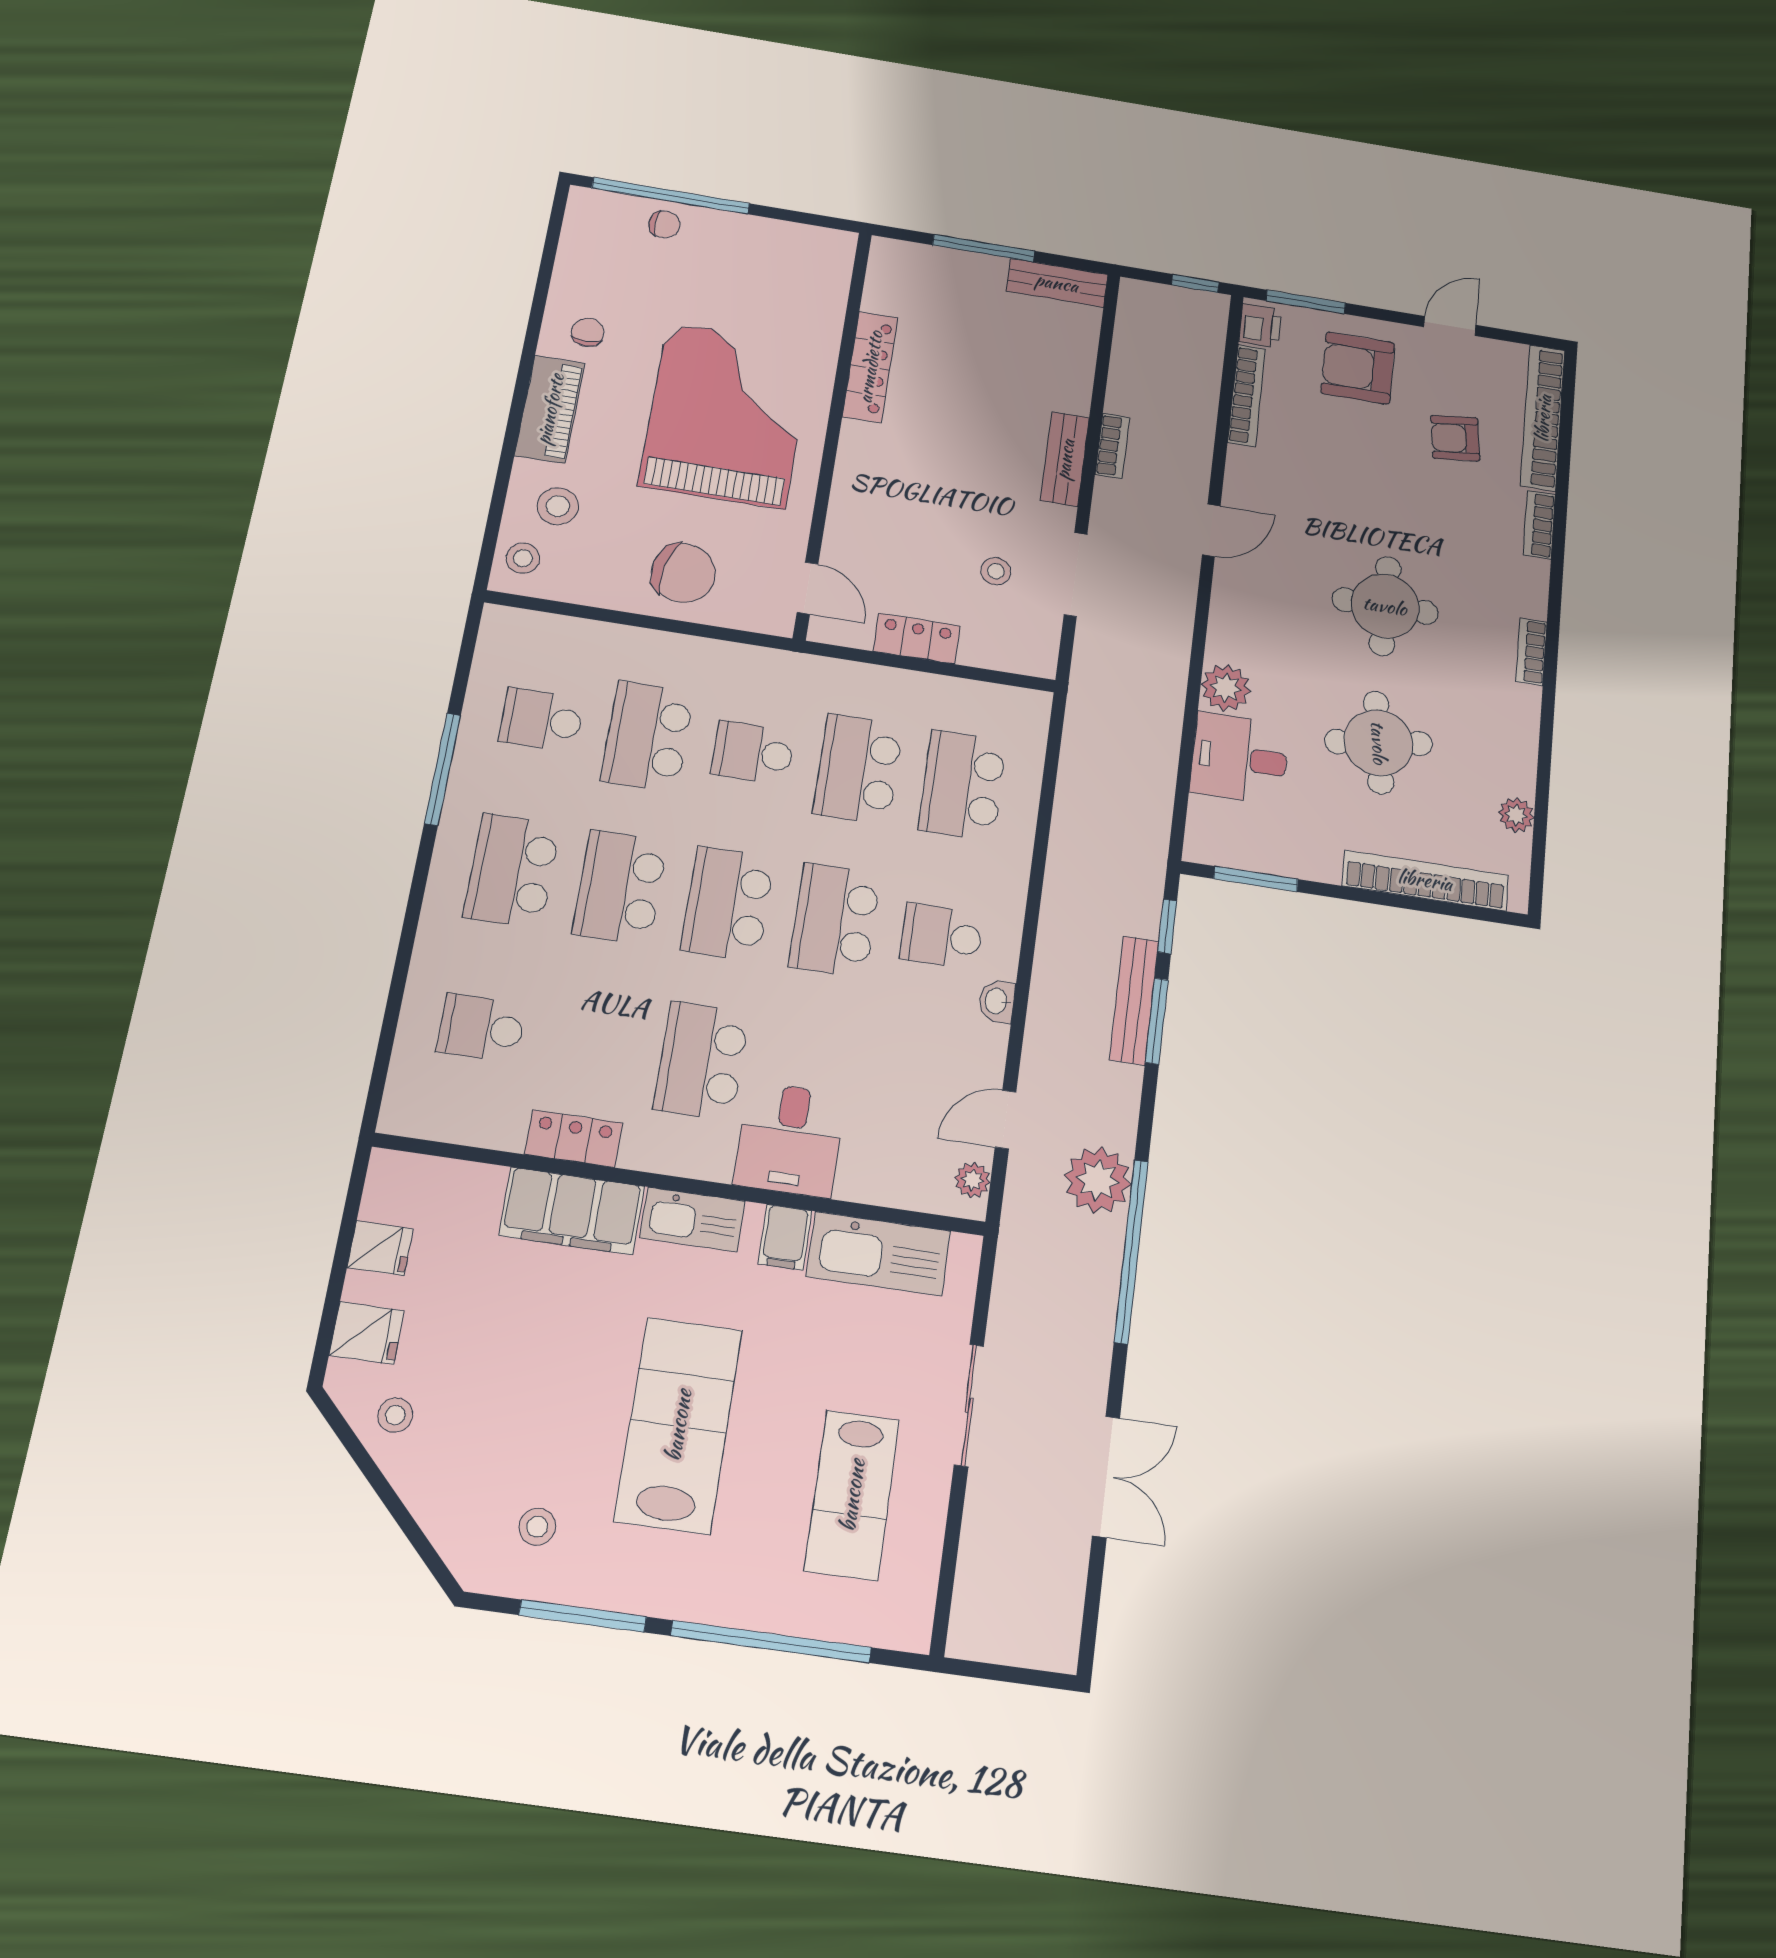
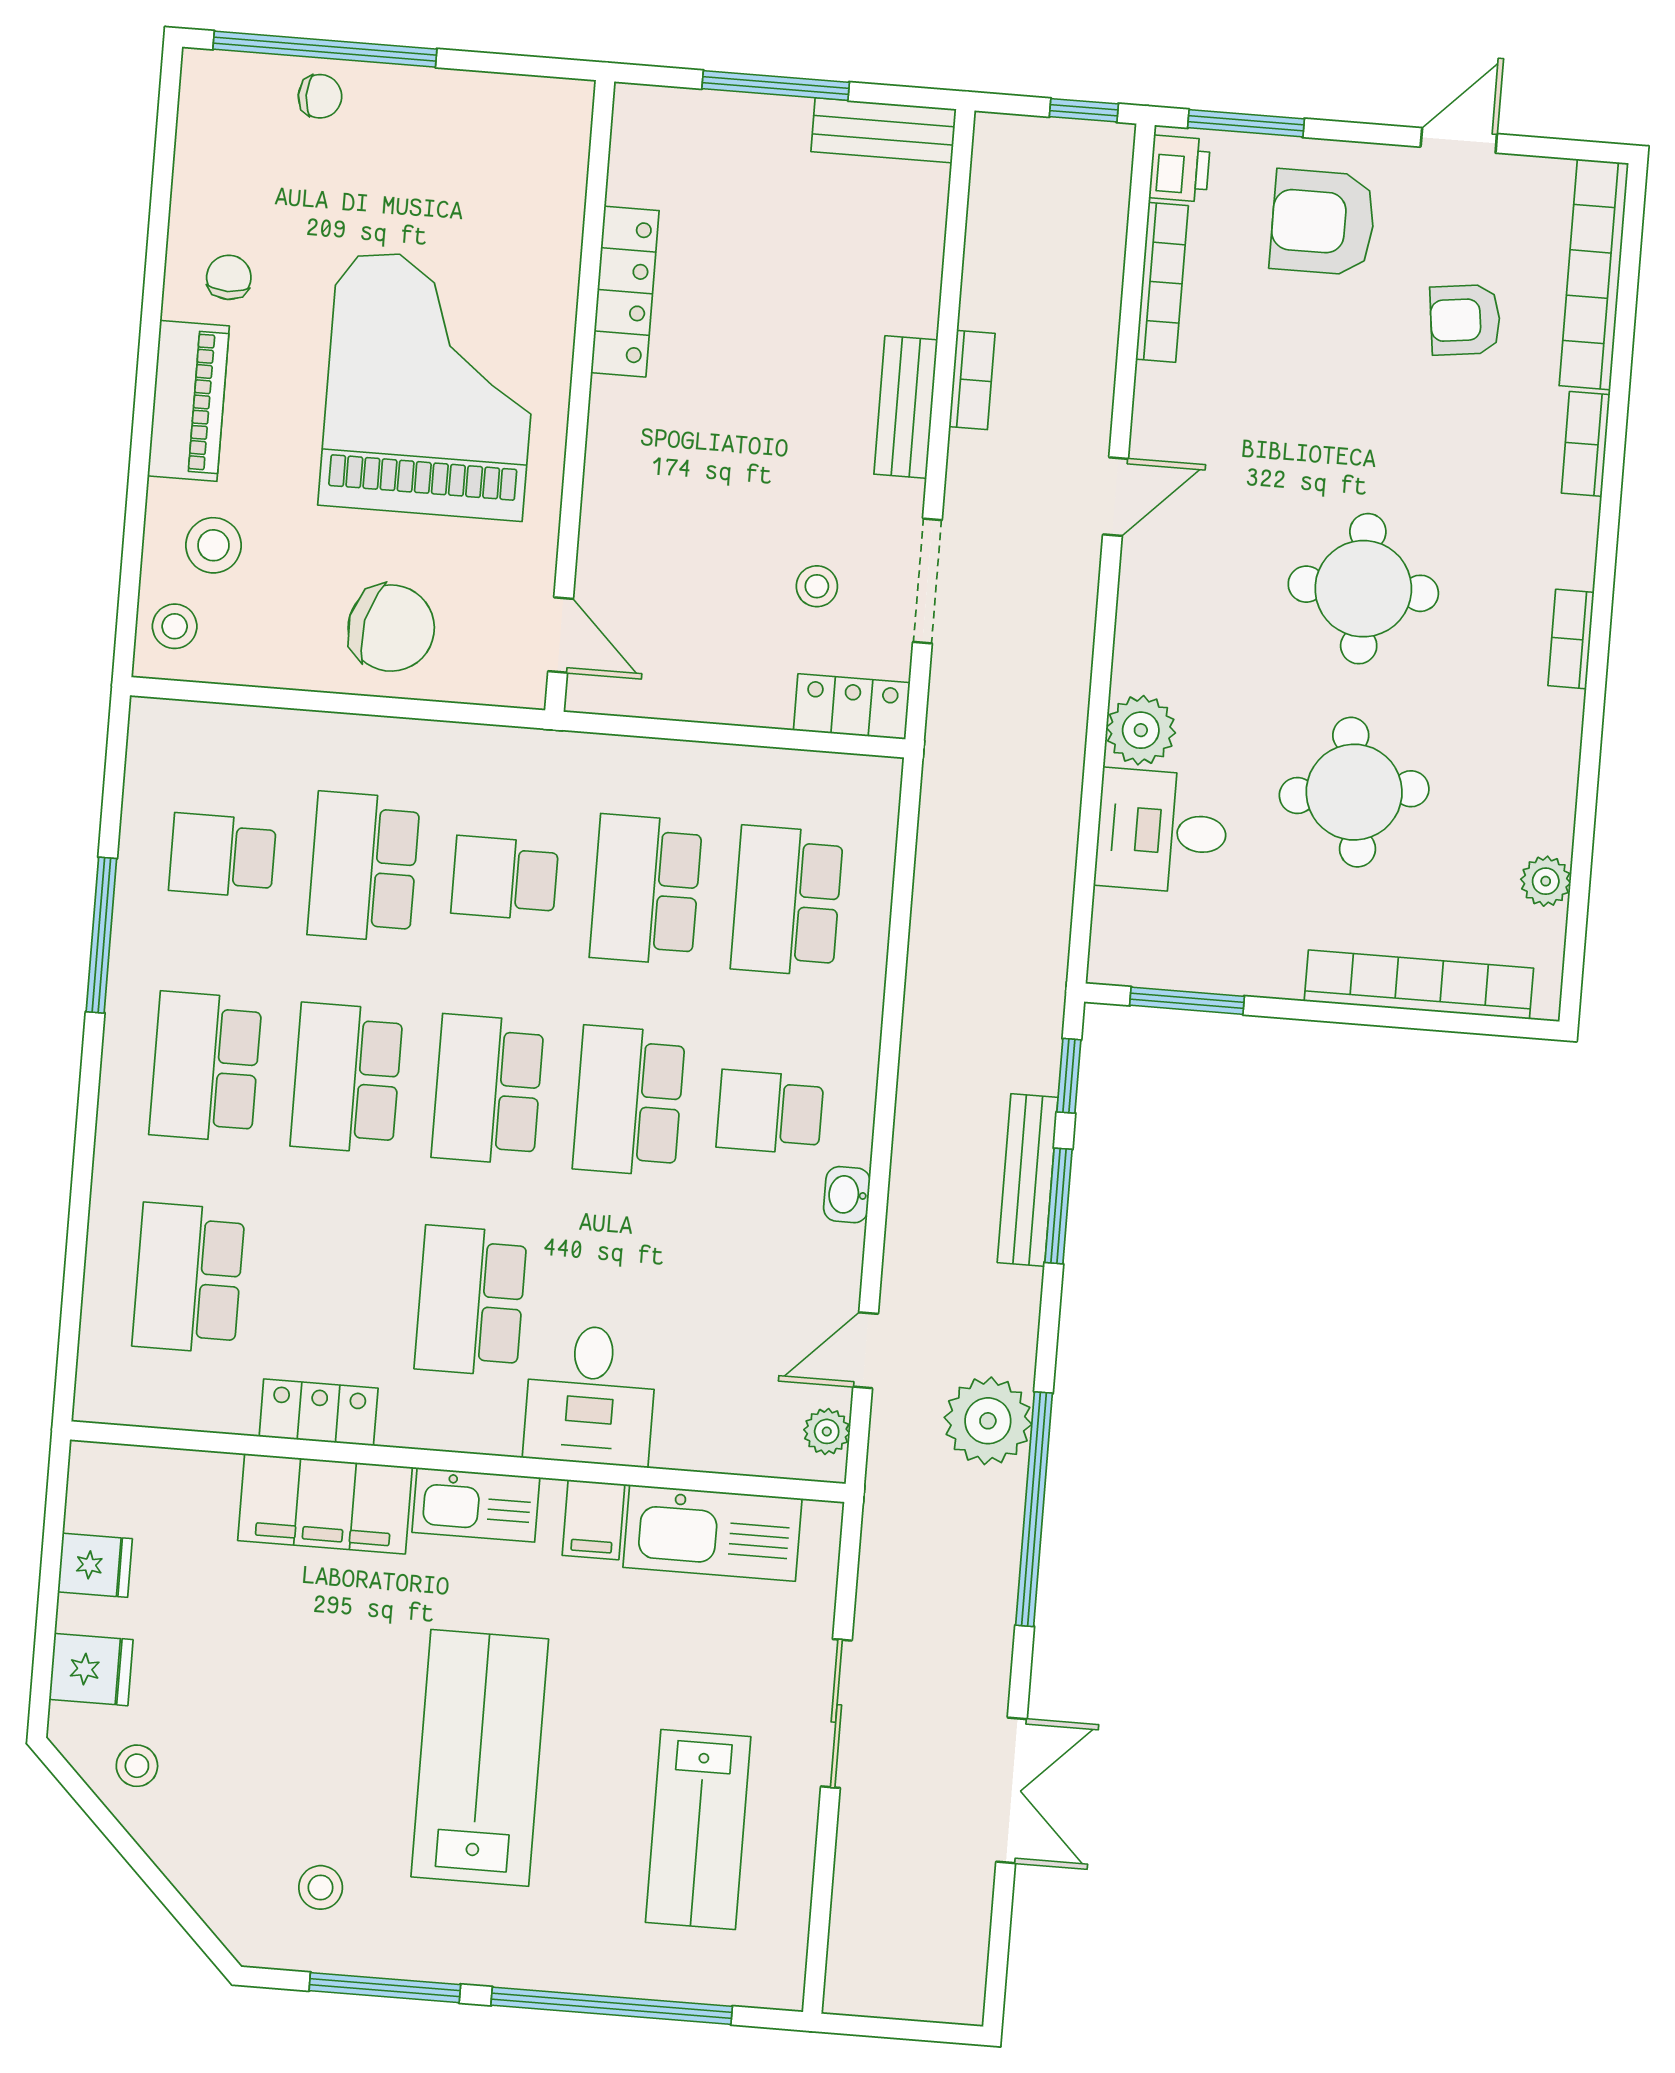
locker: (917, 638) -> (852, 707), moved
school desk: (481, 1028) -> (189, 1278), width x1.85

